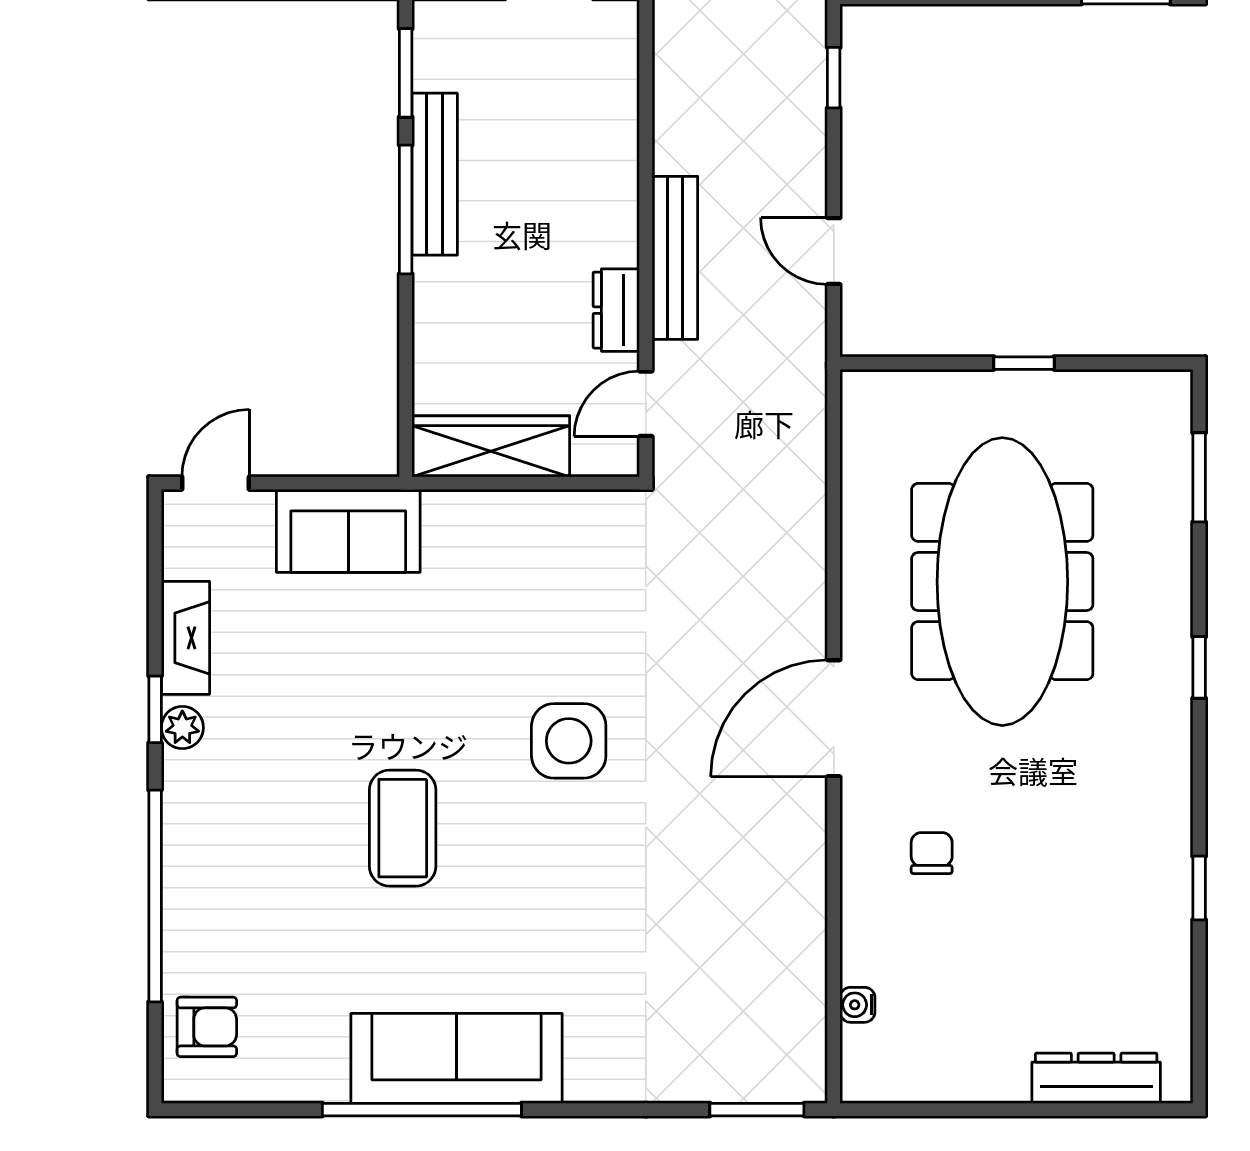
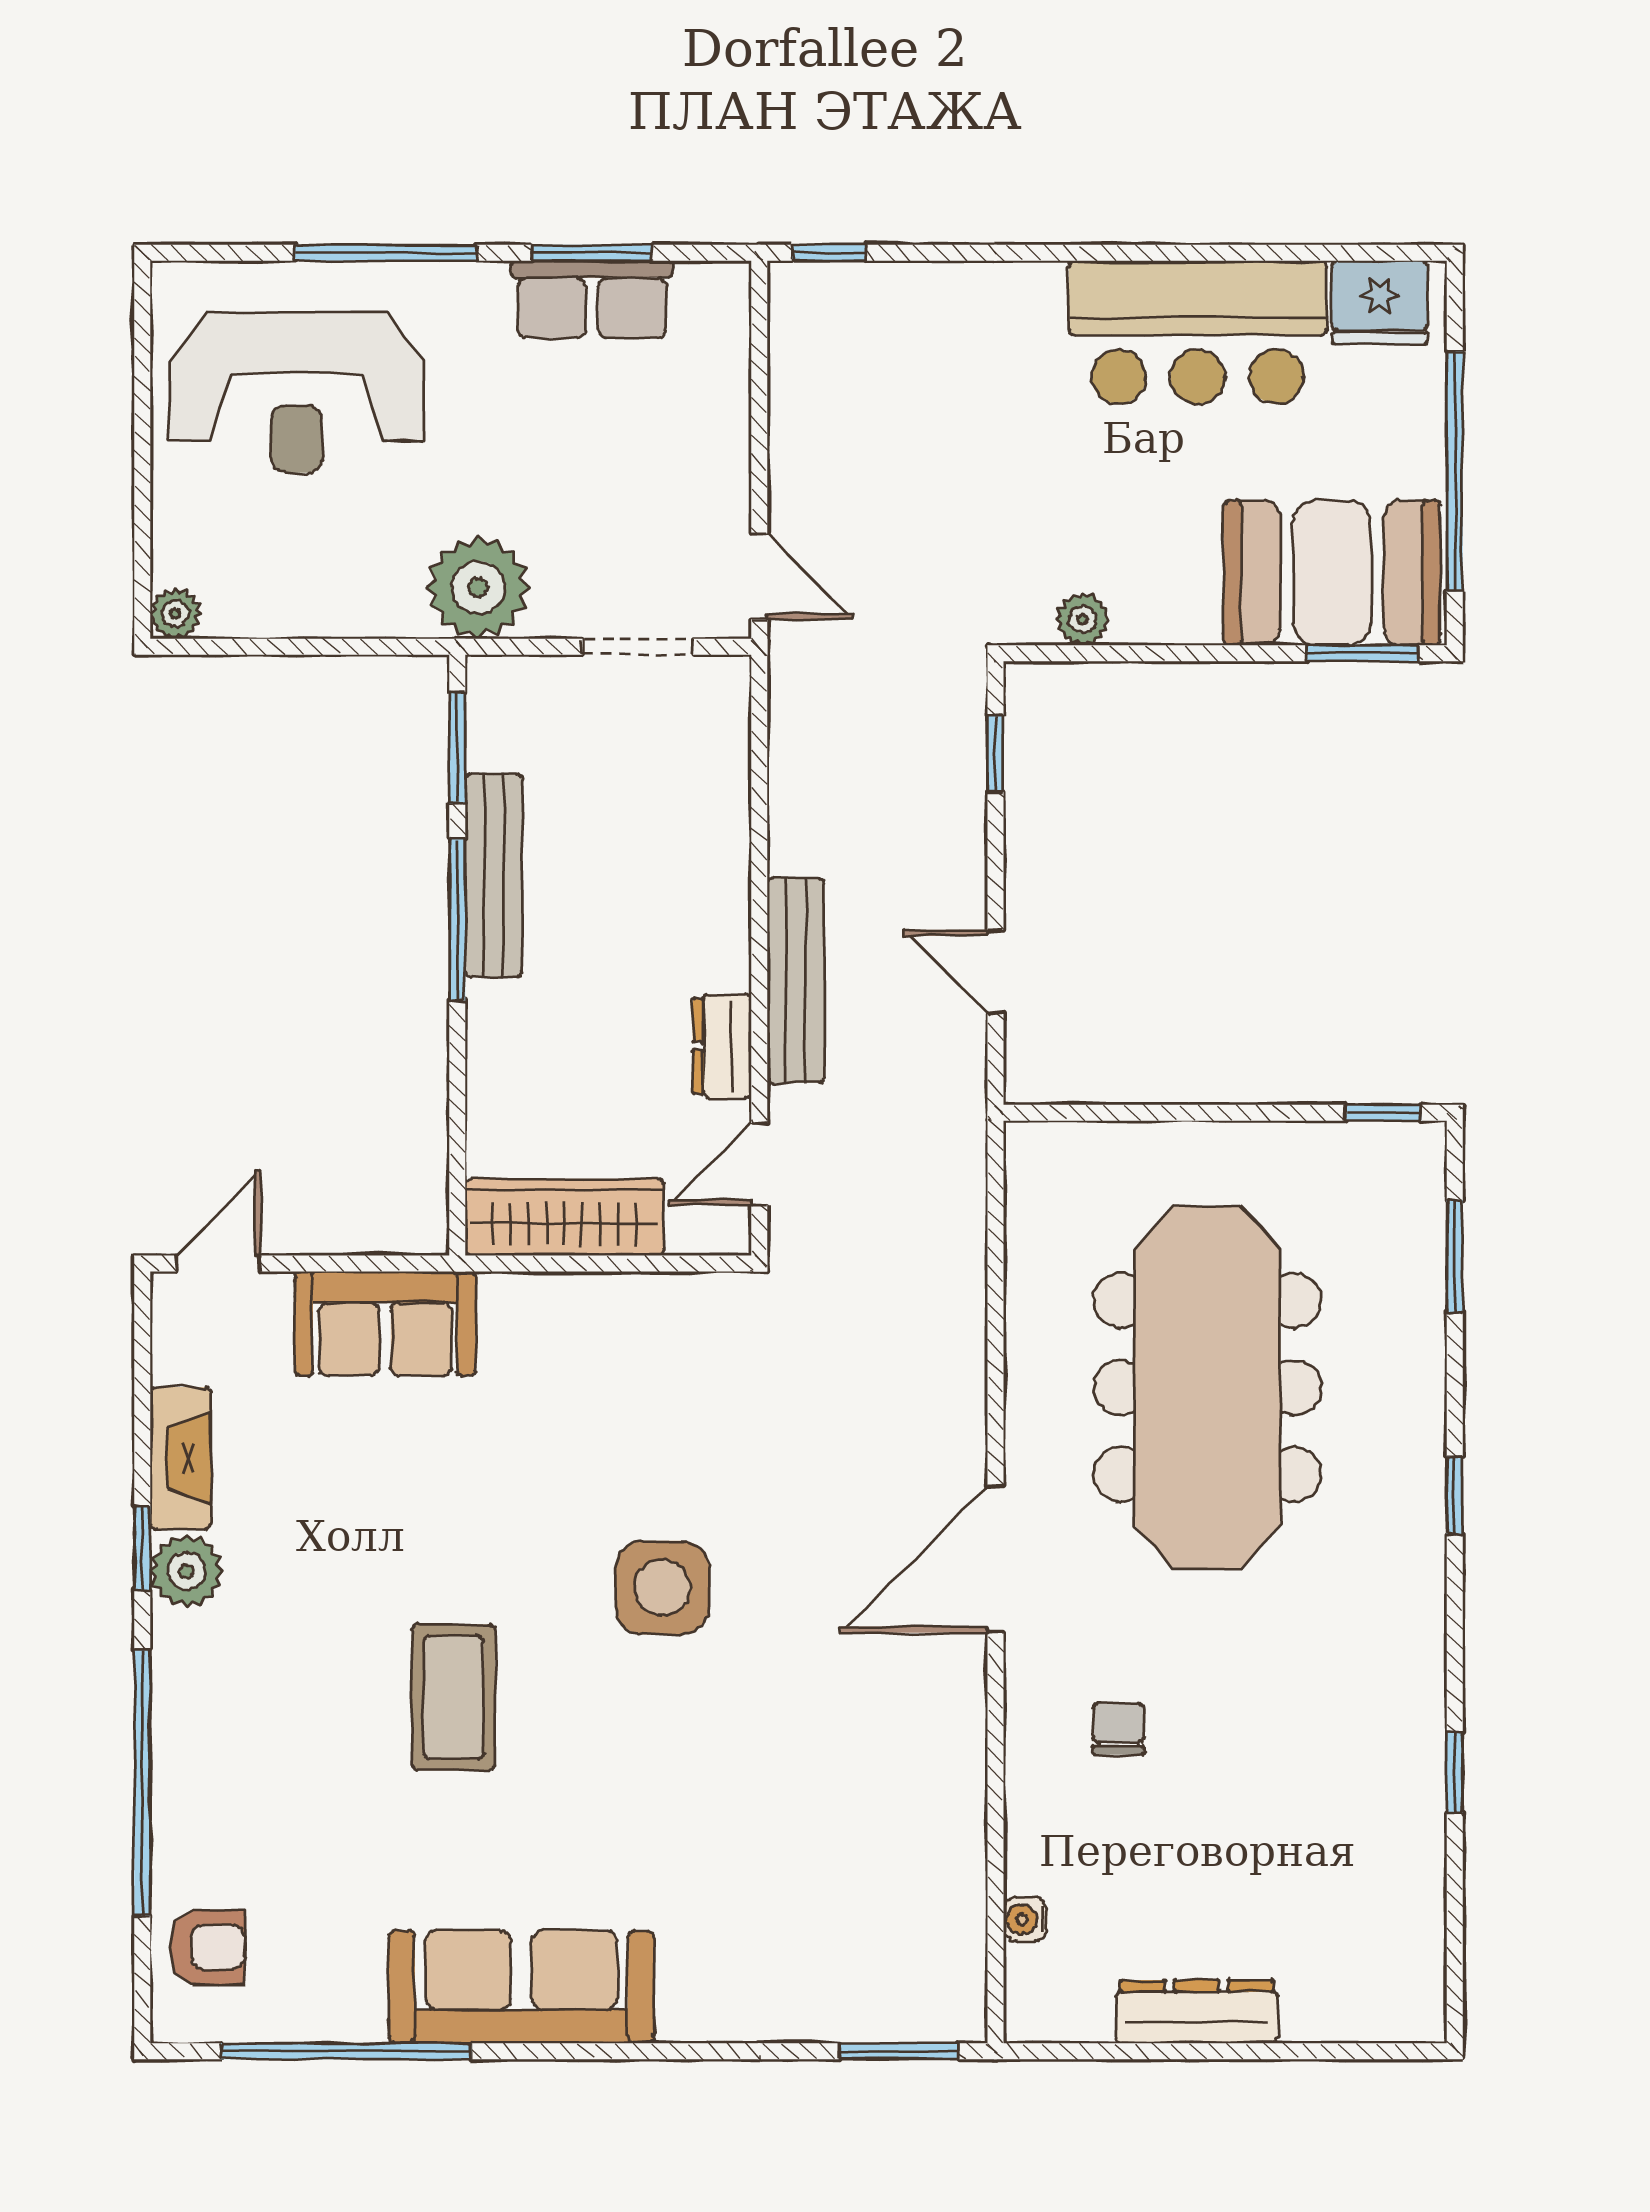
window: (1024, 363) -> (1383, 1113), moved
plant: (182, 728) -> (186, 1571), width x1.38, depth x1.38
dresser: (1096, 1078) -> (1197, 2012), moved
window: (422, 1110) -> (346, 2051), moved

